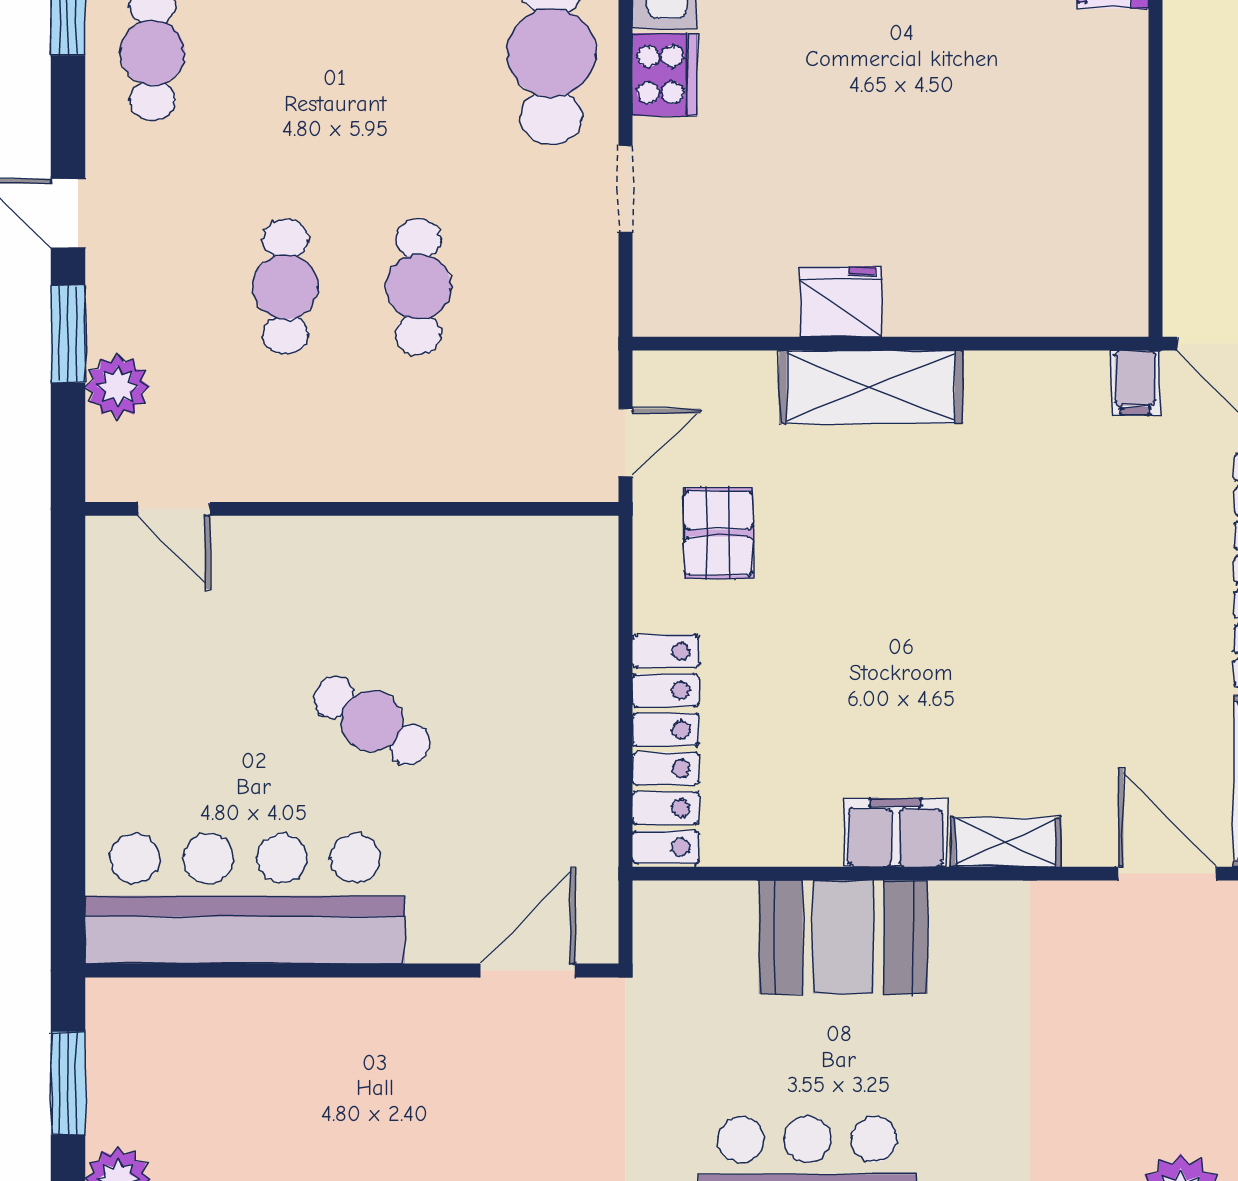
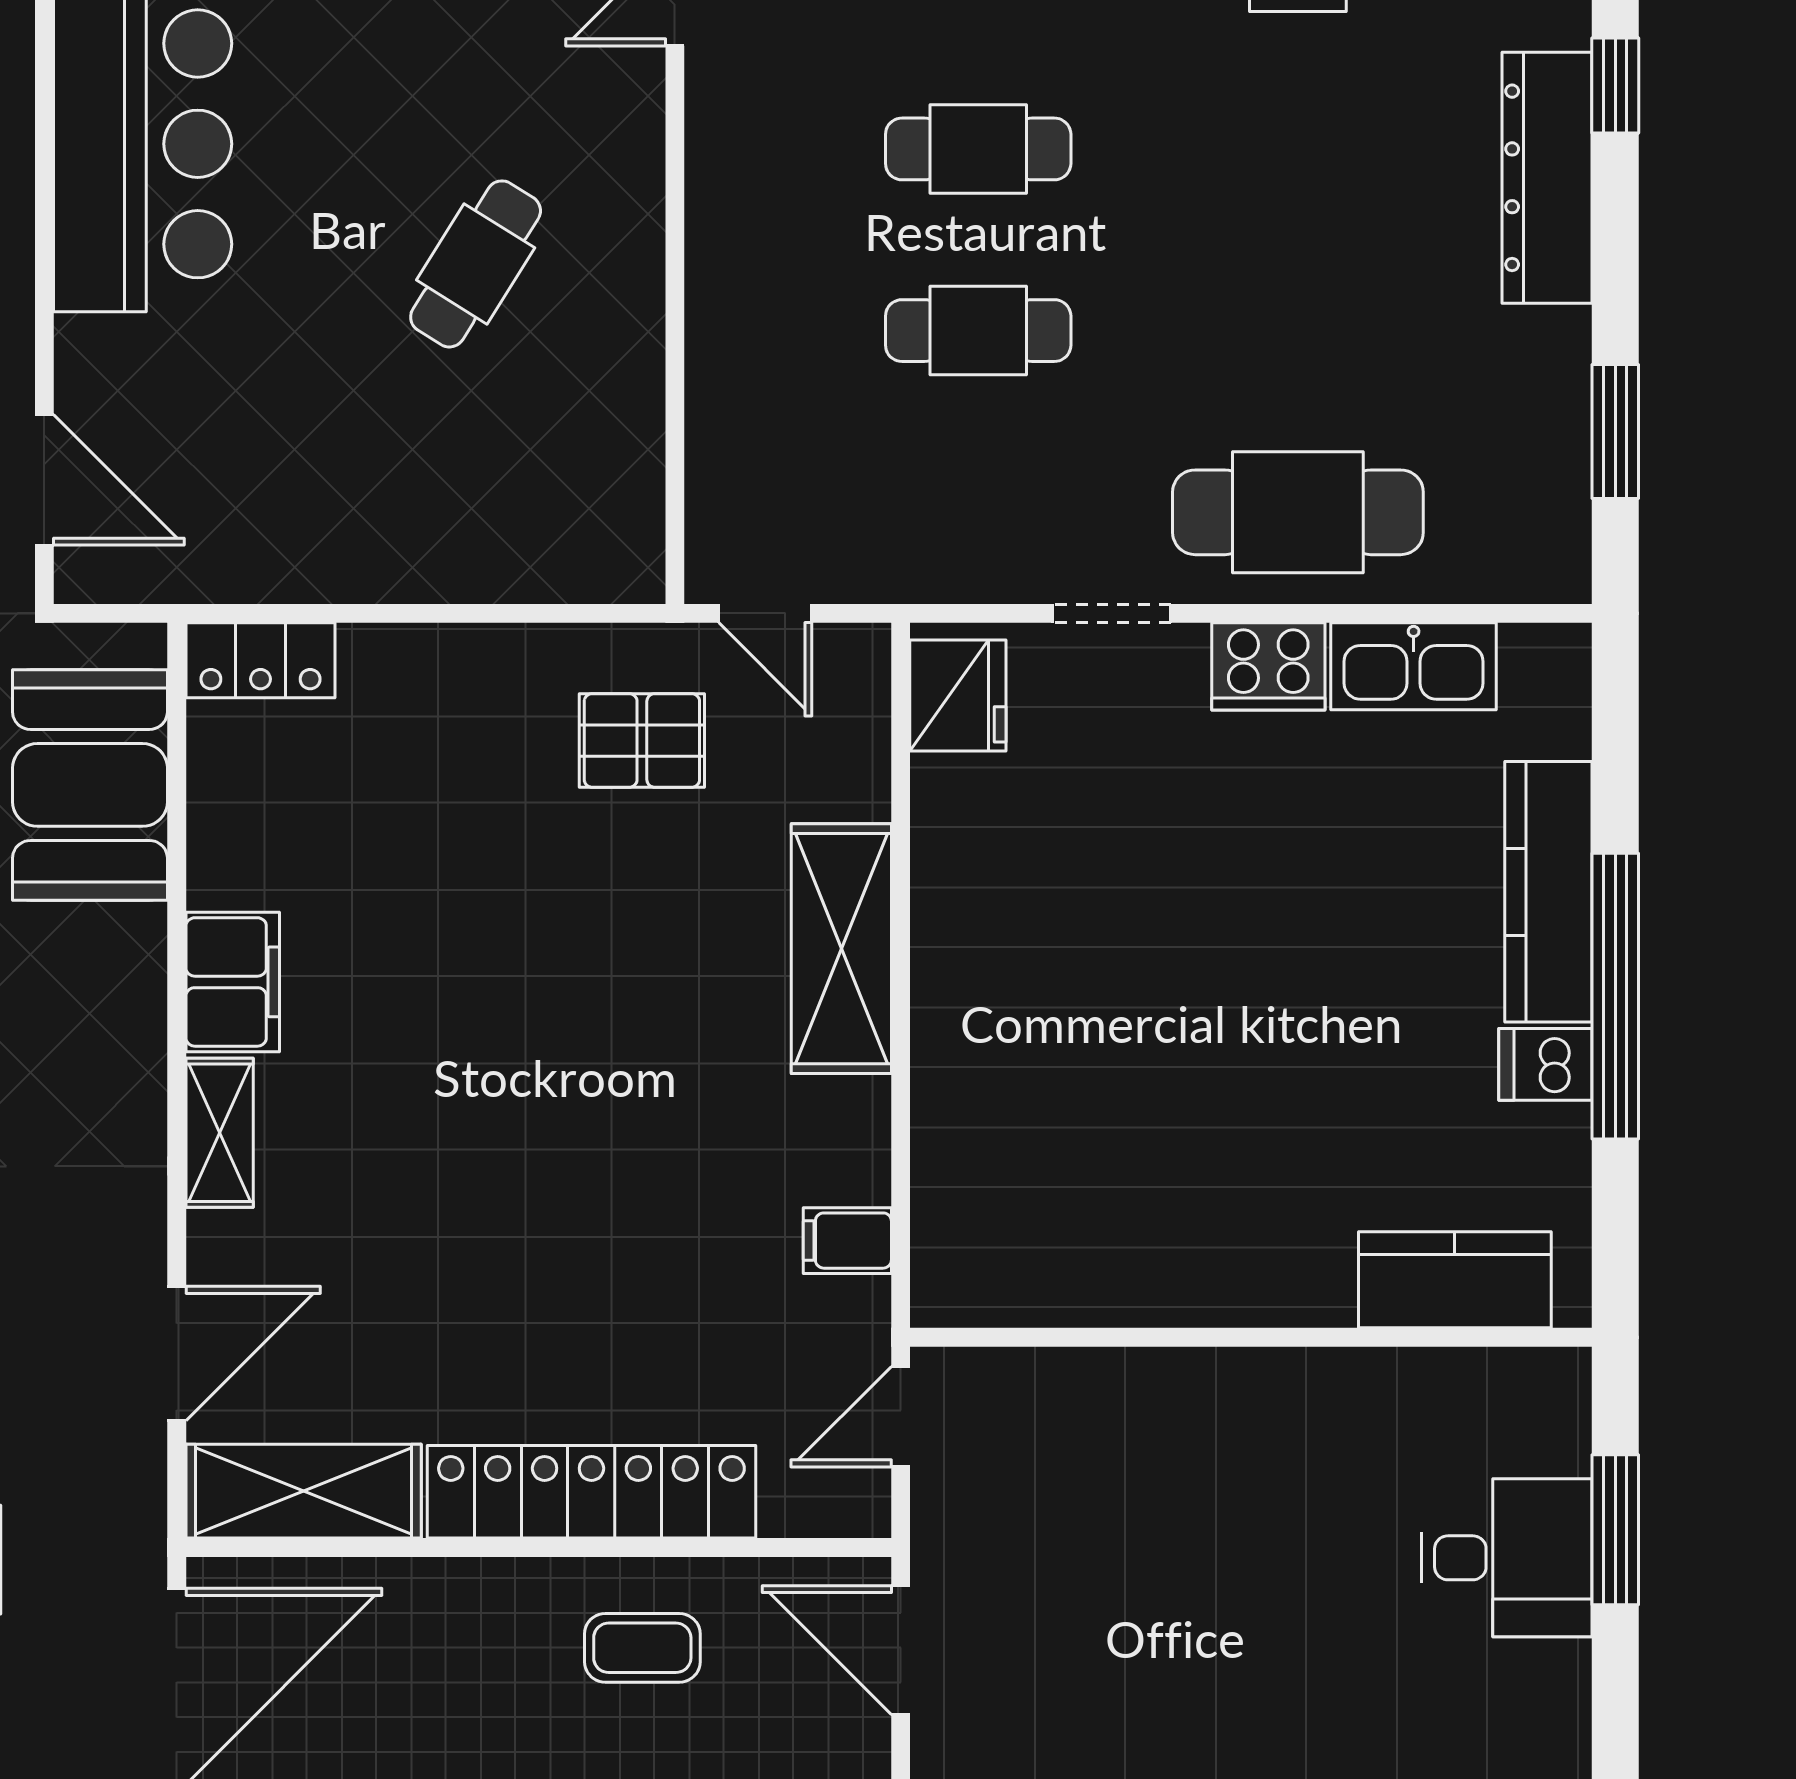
fridge: (841, 302) -> (958, 695), moved
filing cabinet: (1135, 383) -> (847, 1241), moved
cafe table: (372, 721) -> (476, 264), moved
locker: (666, 749) -> (260, 660), width x0.46, depth x0.83
booth: (843, 937) -> (90, 785), moved

